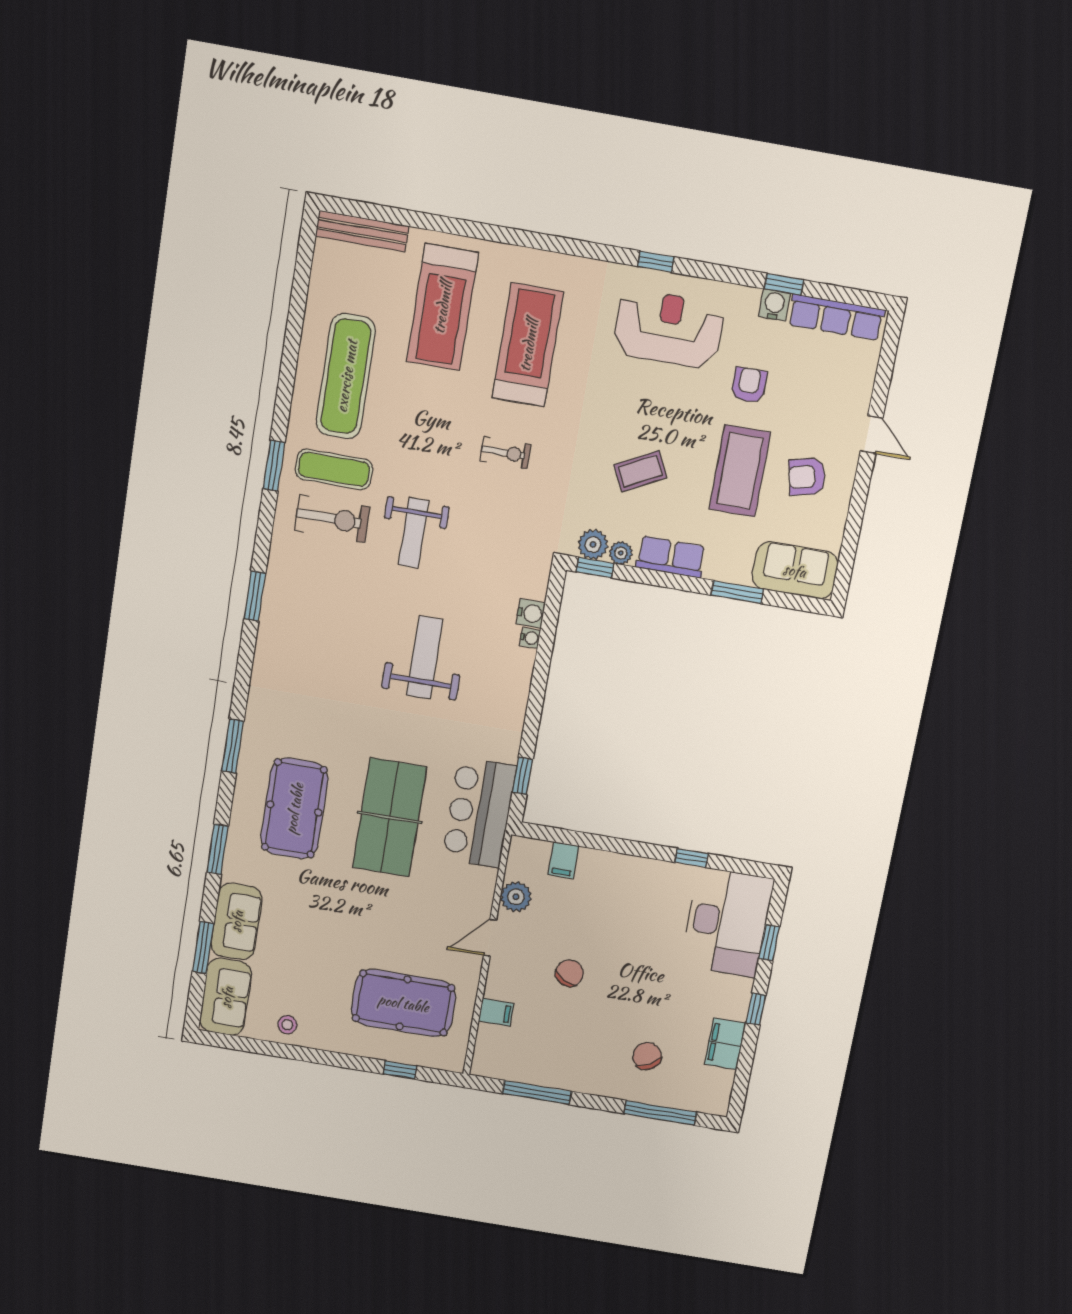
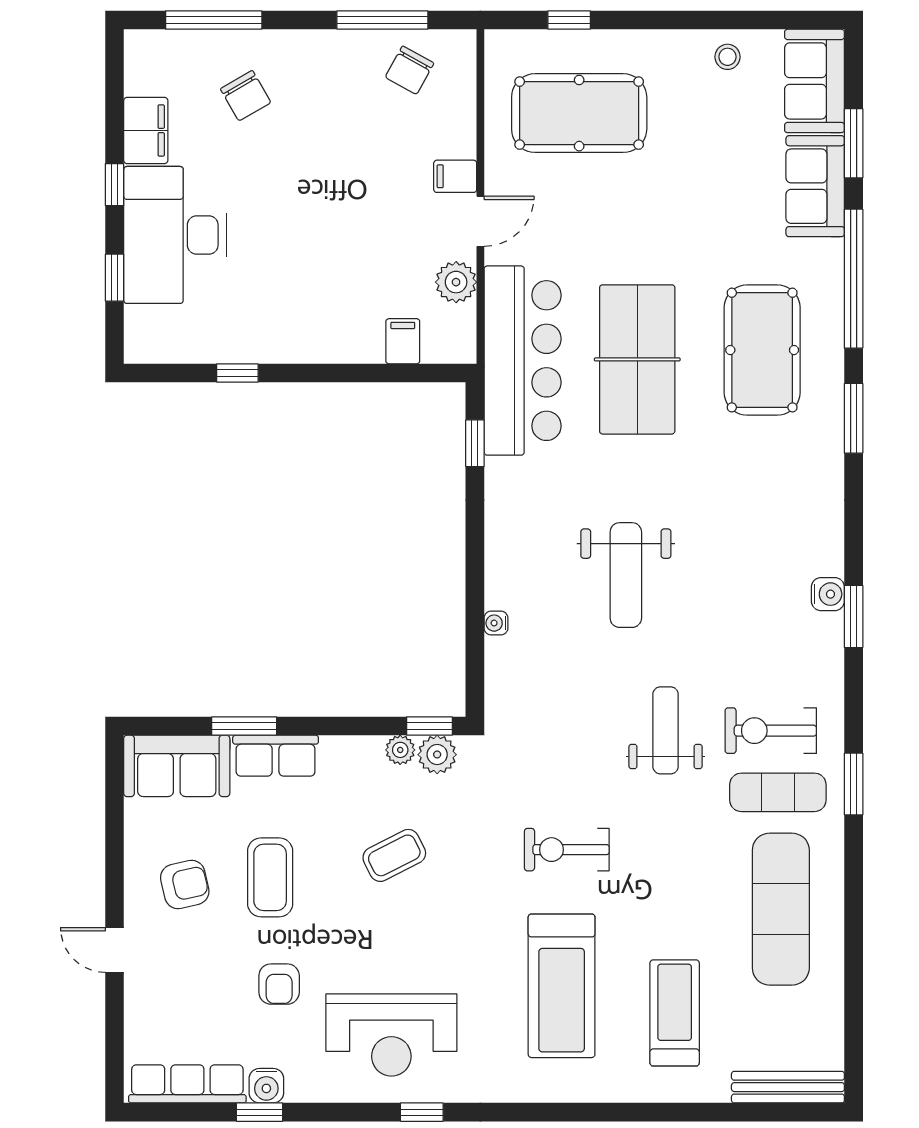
treadmill: (442, 307) -> (675, 1013), width x0.73, depth x0.73
exercise bike: (505, 453) -> (567, 850), width x1.38, depth x1.39
coffee table: (740, 471) -> (270, 877), width x0.73, depth x0.76
row of seats: (671, 557) -> (276, 756), moved
water cooler: (531, 613) -> (828, 594), moved, turned 180
bar counter: (479, 812) -> (523, 361), width x1.36
window: (218, 849) -> (854, 279), width x2.11
desk: (727, 922) -> (175, 235), moved
chair: (569, 973) -> (410, 70), moved
filing cabinet: (496, 1012) -> (455, 176), moved

